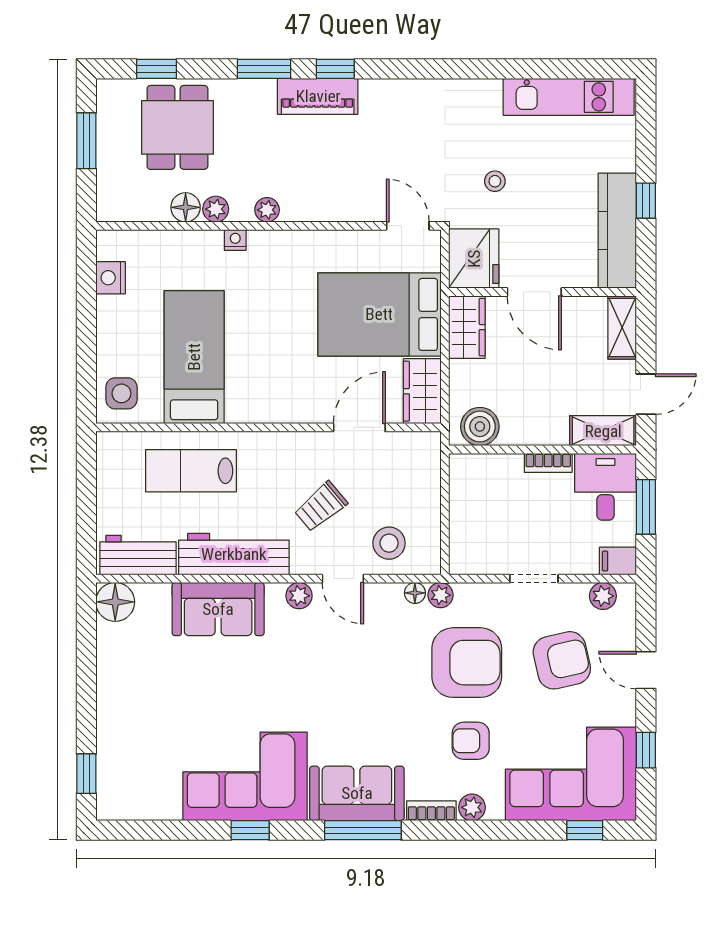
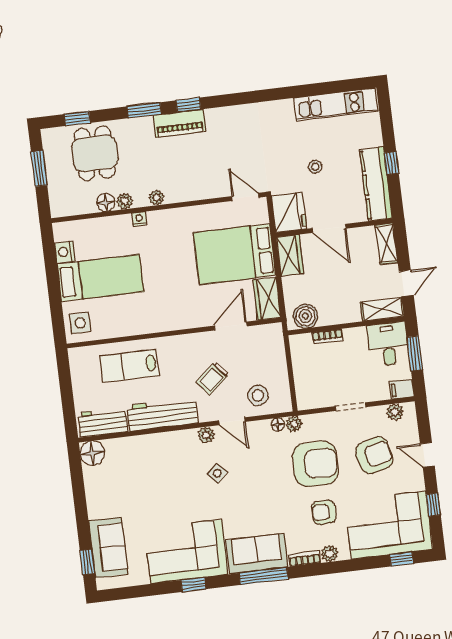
stool: (495, 181) -> (315, 167), moved
bed: (194, 357) -> (100, 278), moved, turned 90
bookcase: (548, 463) -> (327, 336), moved
sofa: (218, 609) -> (108, 547), moved, turned -90
side table: (309, 658) -> (217, 473), added

